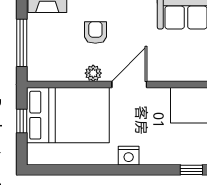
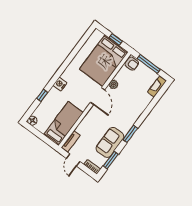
armchair: (95, 33) -> (132, 64), moved
nightstand: (129, 156) -> (60, 84), moved

